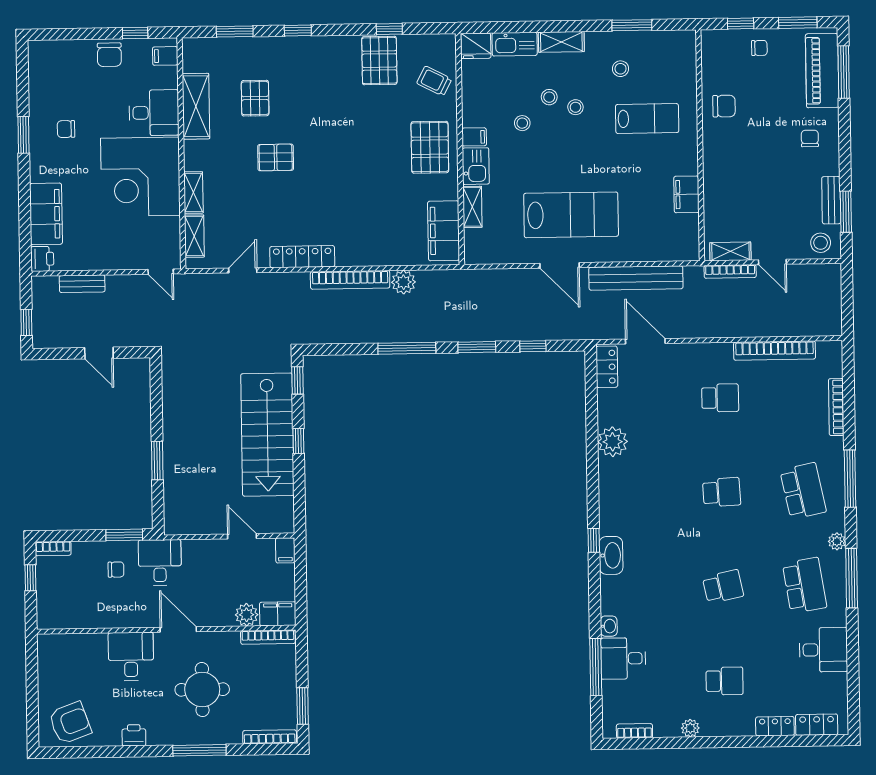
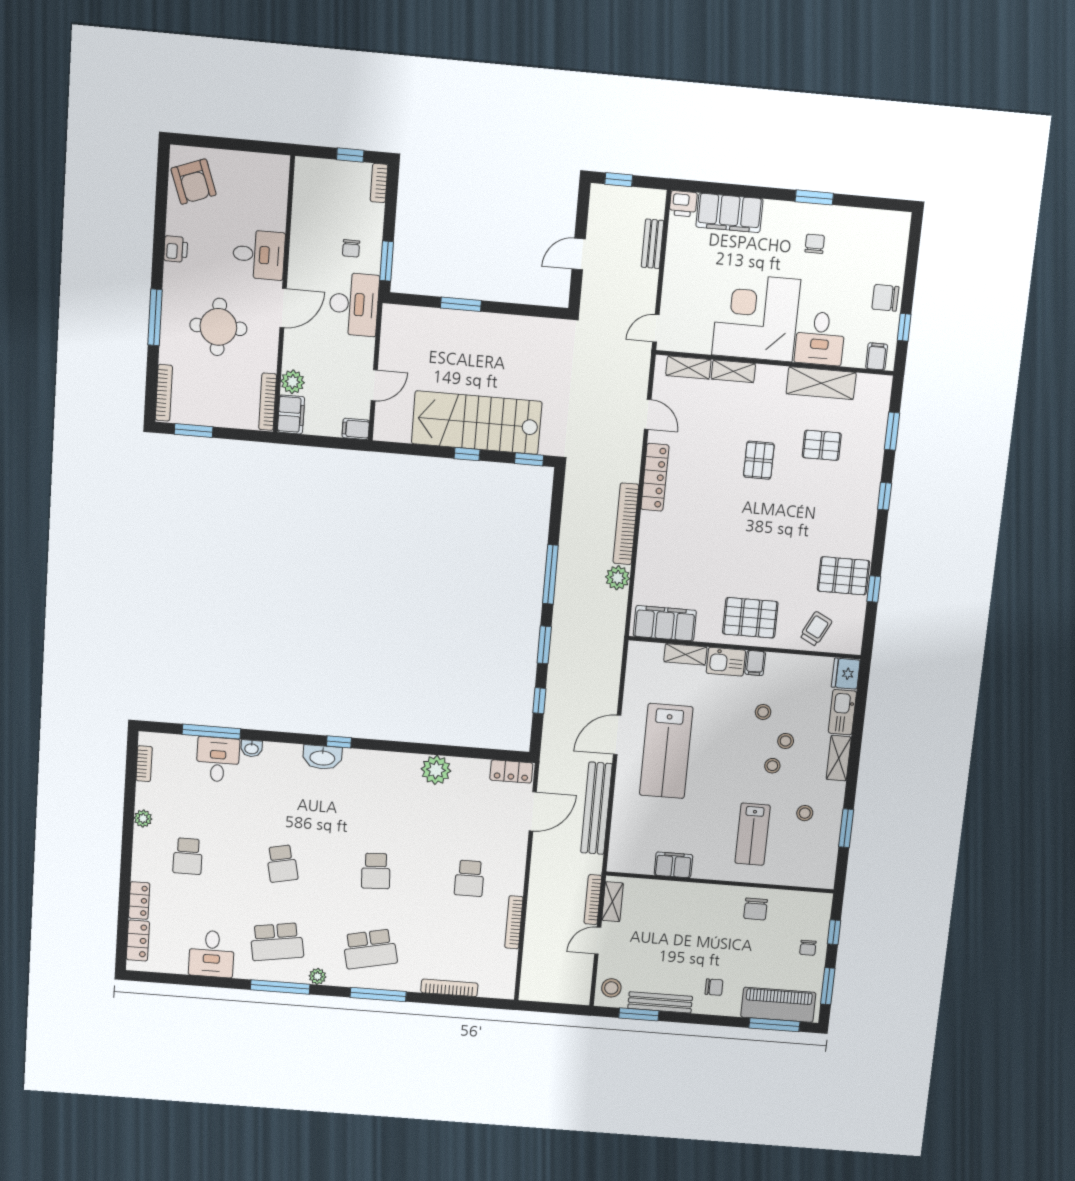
bench: (831, 200) -> (660, 1002), width x1.36
bookcase: (775, 351) -> (514, 922), width x0.68, depth x0.76
desk: (160, 563) -> (354, 304), width x1.37

